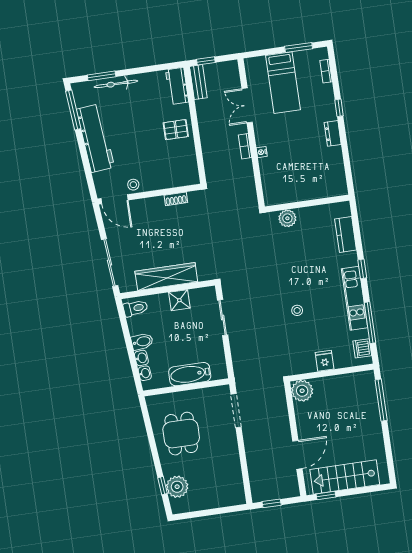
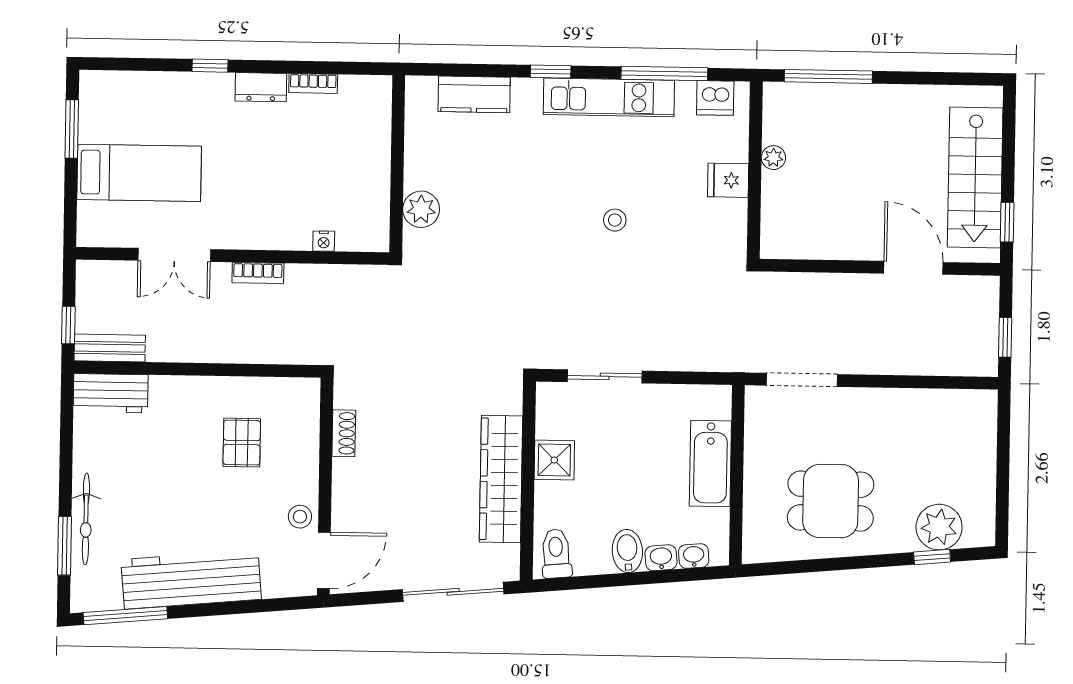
bookcase: (326, 71) -> (313, 83), moved
pallet: (176, 130) -> (242, 443), moved
nightstand: (262, 152) -> (324, 241), moved
plant: (302, 391) -> (773, 158), moved, width x0.53, depth x0.53

